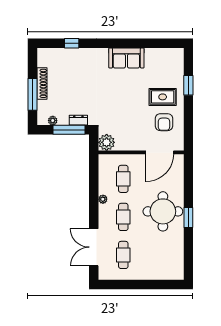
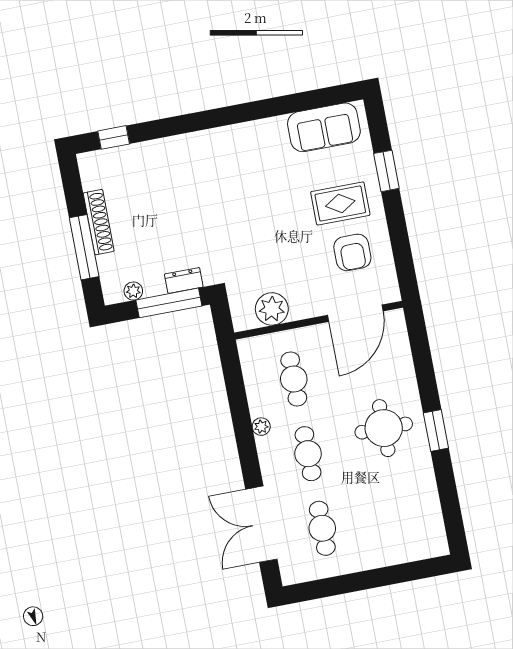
window: (72, 43) -> (114, 137), moved
sofa: (126, 58) -> (324, 127), moved
plant: (107, 142) -> (272, 309), moved
round table: (163, 211) -> (384, 428), width x0.73, depth x0.73

